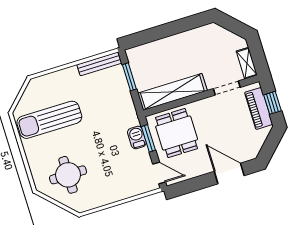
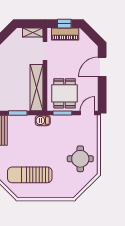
sun lounger: (49, 120) -> (30, 175), turned 90
dining table: (177, 133) -> (65, 93), turned 90
barbecue: (137, 137) -> (43, 121), moved
round table: (68, 175) -> (80, 159), moved

